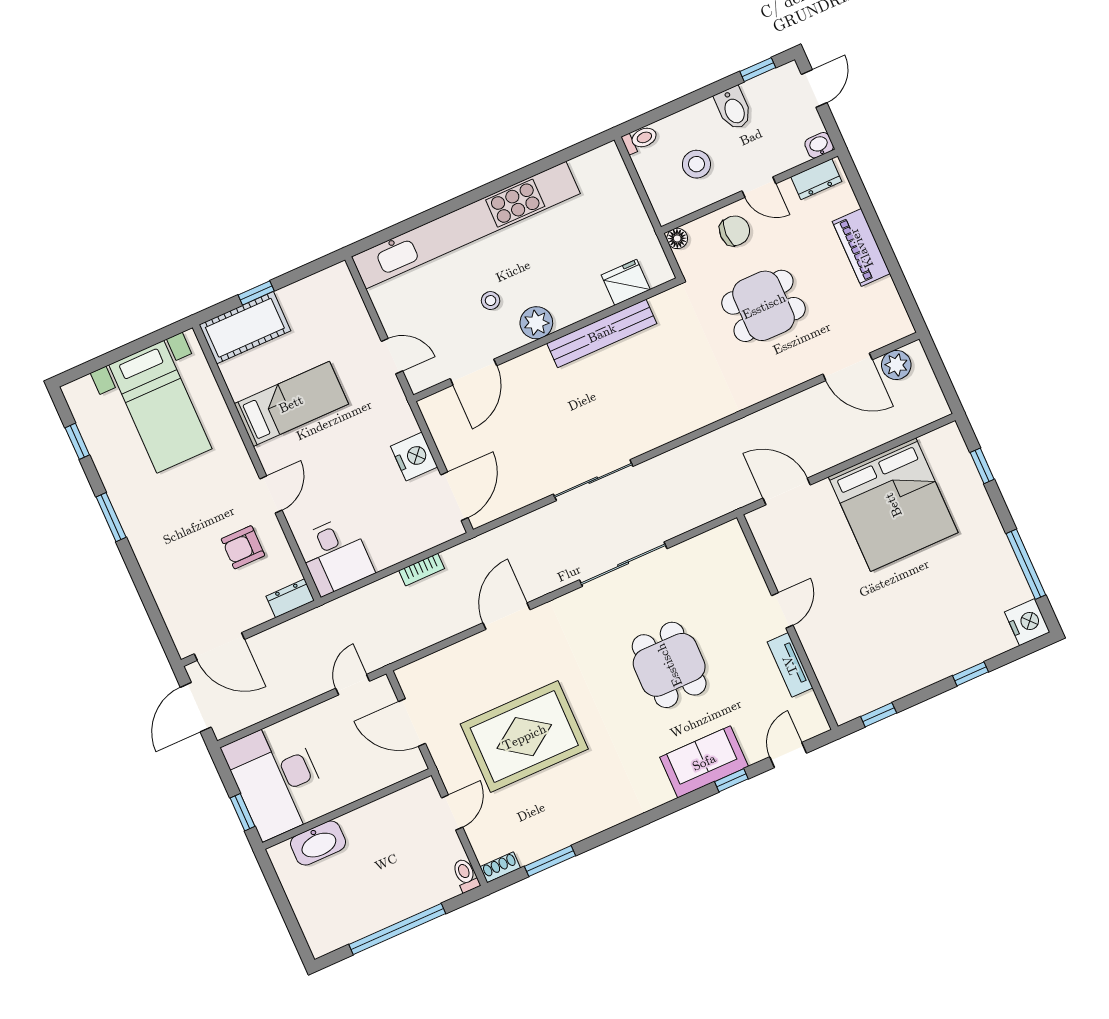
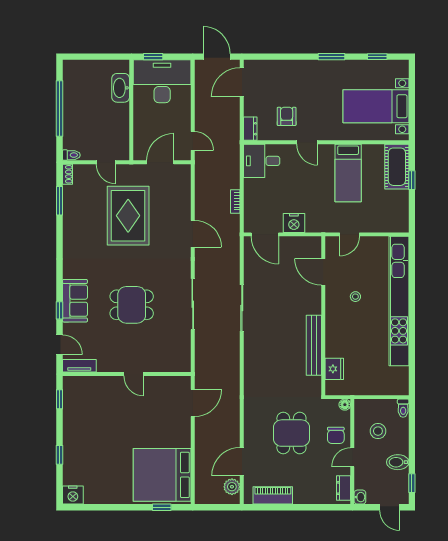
piano: (861, 248) -> (273, 495), moved
plant: (536, 323) -> (334, 315), removed
bed: (893, 505) -> (162, 475), moved
window: (1026, 564) -> (102, 507), removed
tv unit: (790, 665) -> (79, 366), moved

